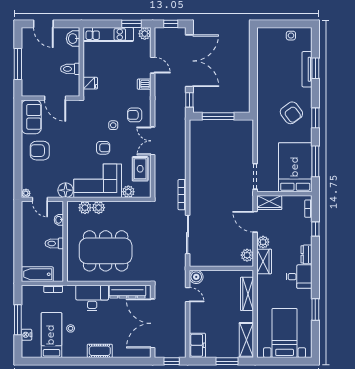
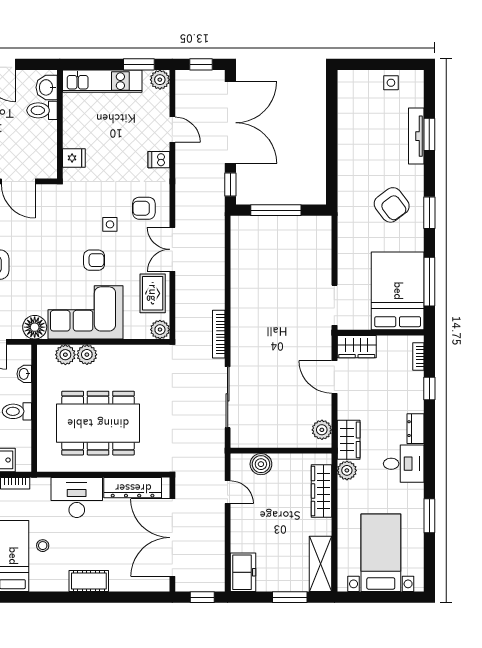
toilet: (70, 69) -> (42, 110), moved
plant: (128, 192) -> (160, 330), moved
plant: (263, 242) -> (347, 470), moved
boiler: (196, 277) -> (261, 464), moved

